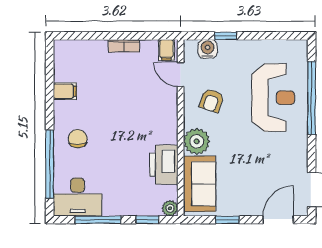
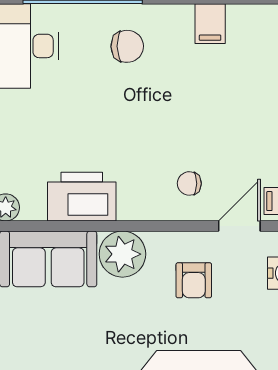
armchair: (212, 101) -> (194, 280), turned -109
chair: (156, 103) -> (189, 183), added

